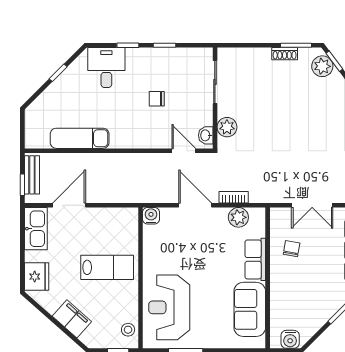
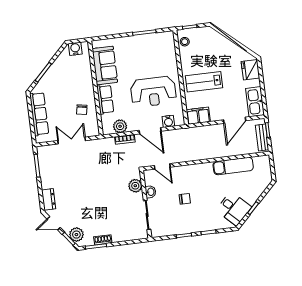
desk: (106, 68) -> (234, 209), moved, turned -45
washbasin: (206, 135) -> (151, 192), moved
water cooler: (151, 216) -> (168, 121), moved
reception desk: (169, 307) -> (153, 92), moved, turned 90
filing cabinet: (72, 319) -> (198, 116), moved, turned 138

